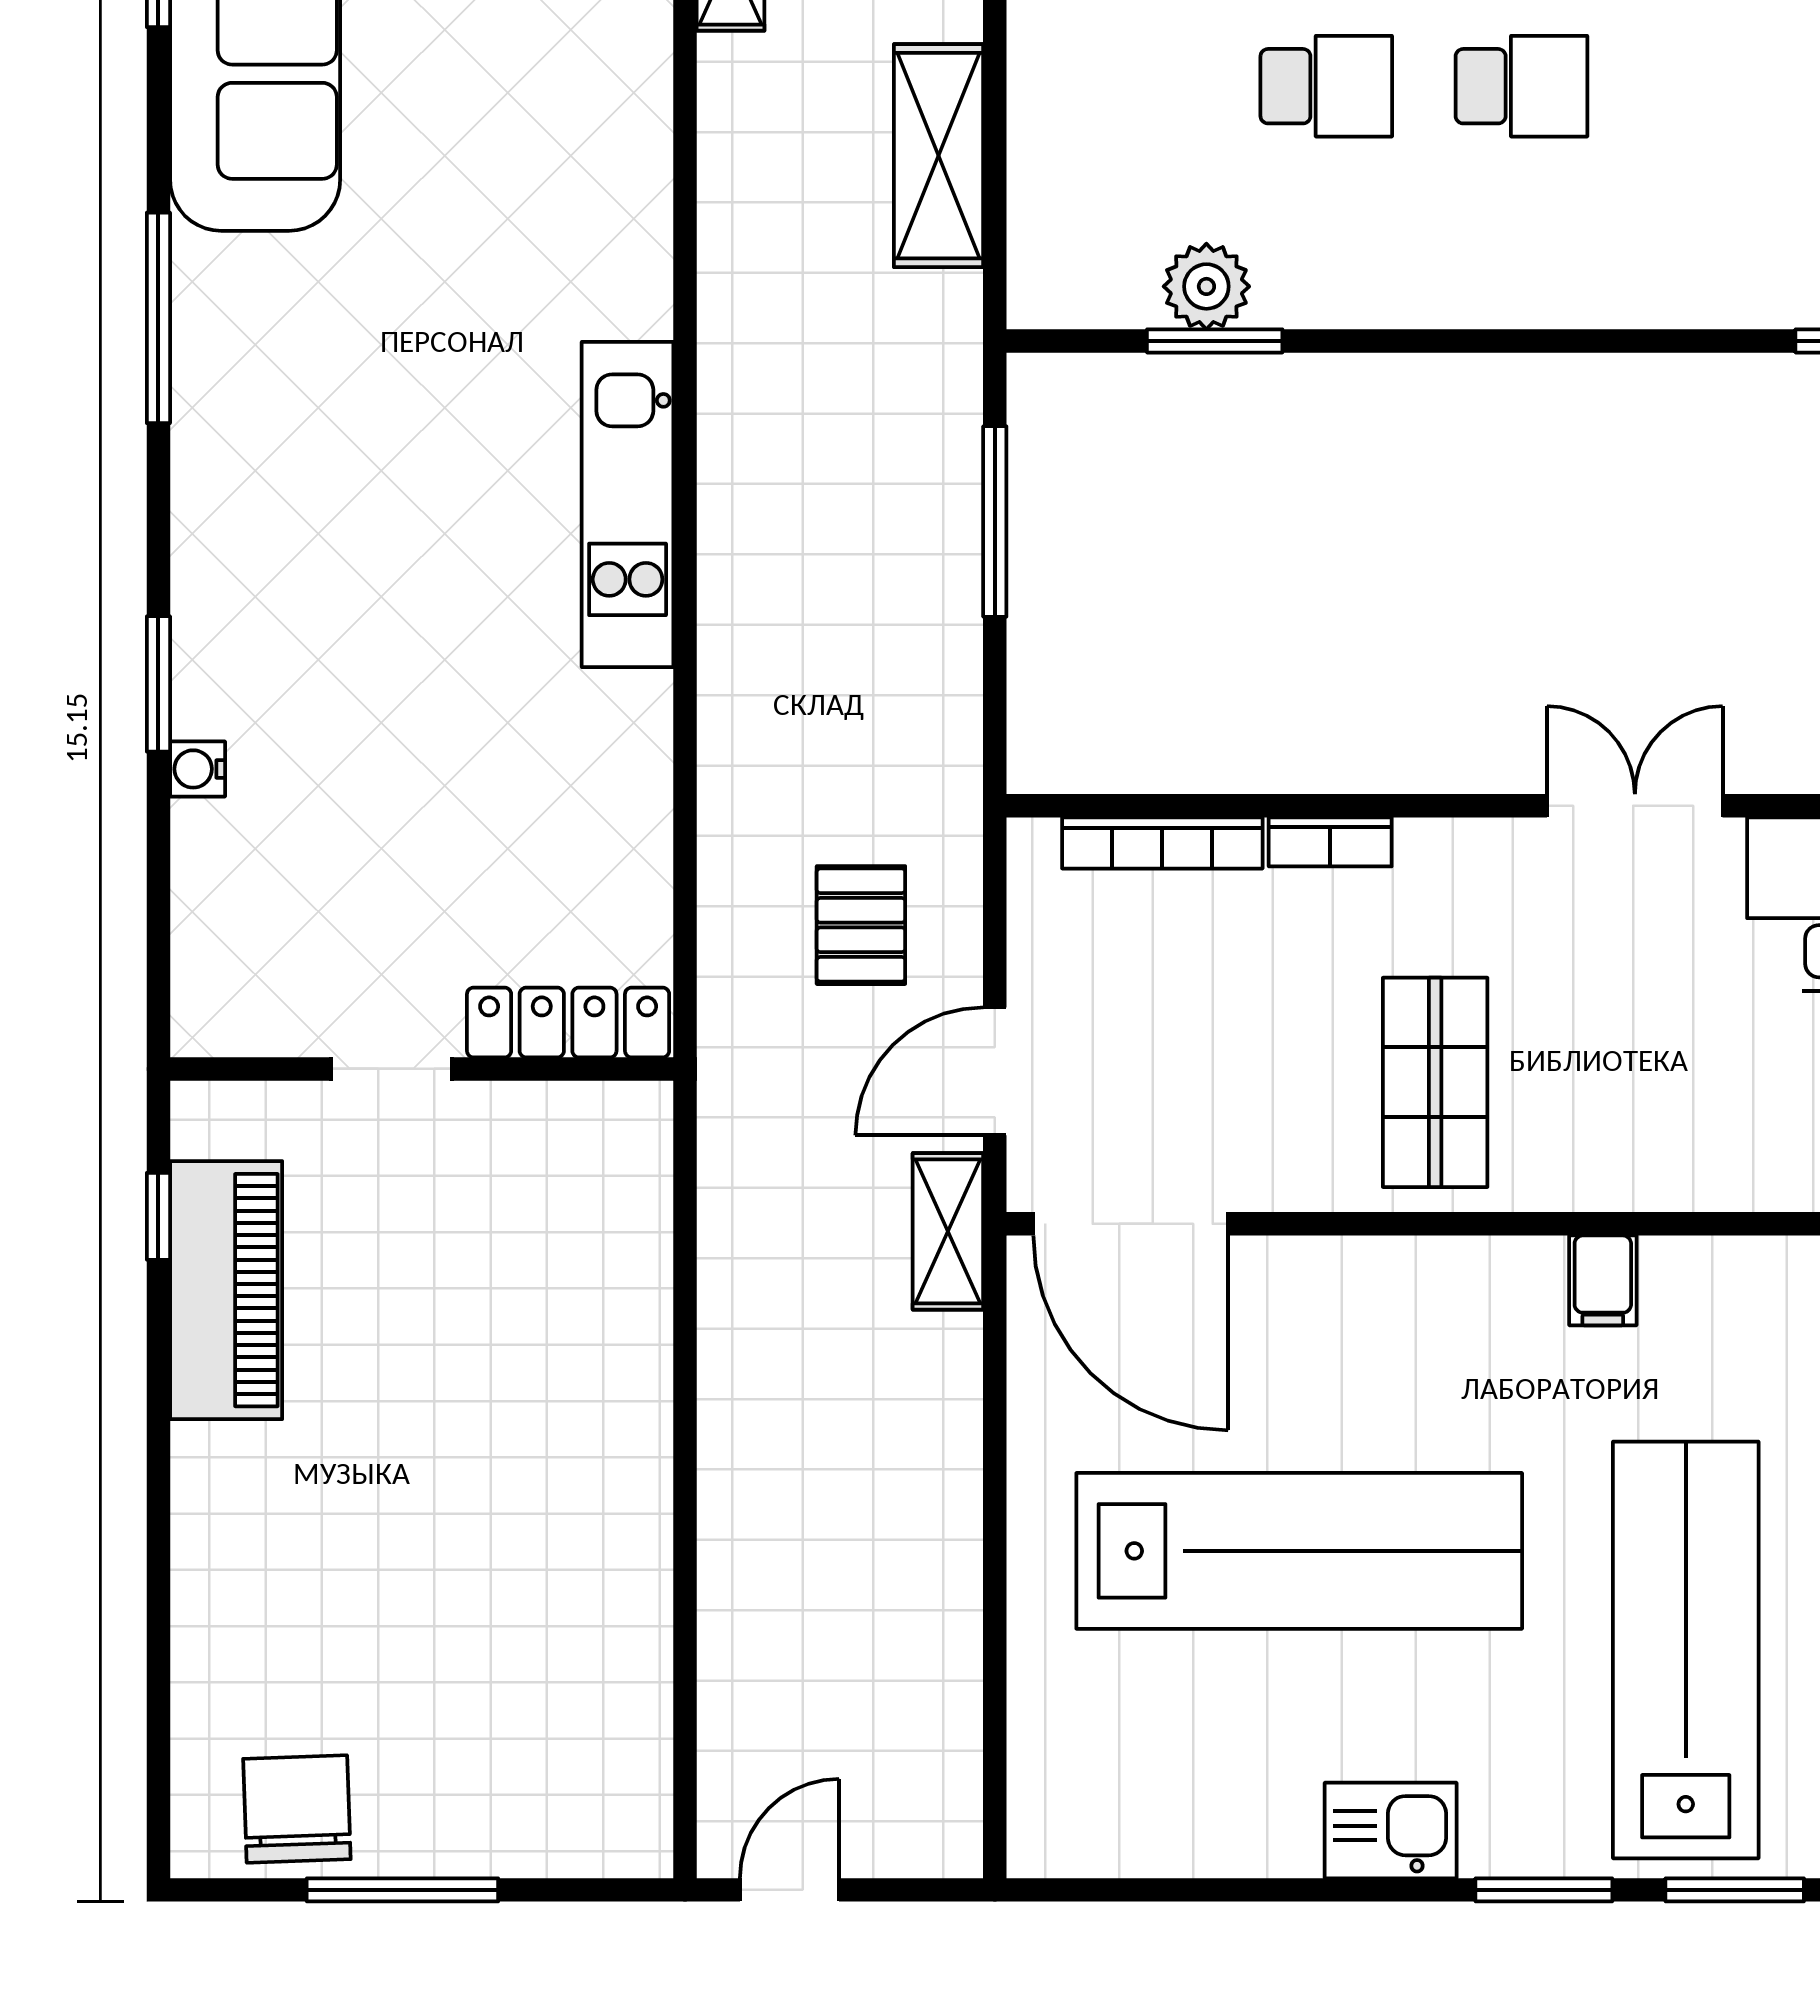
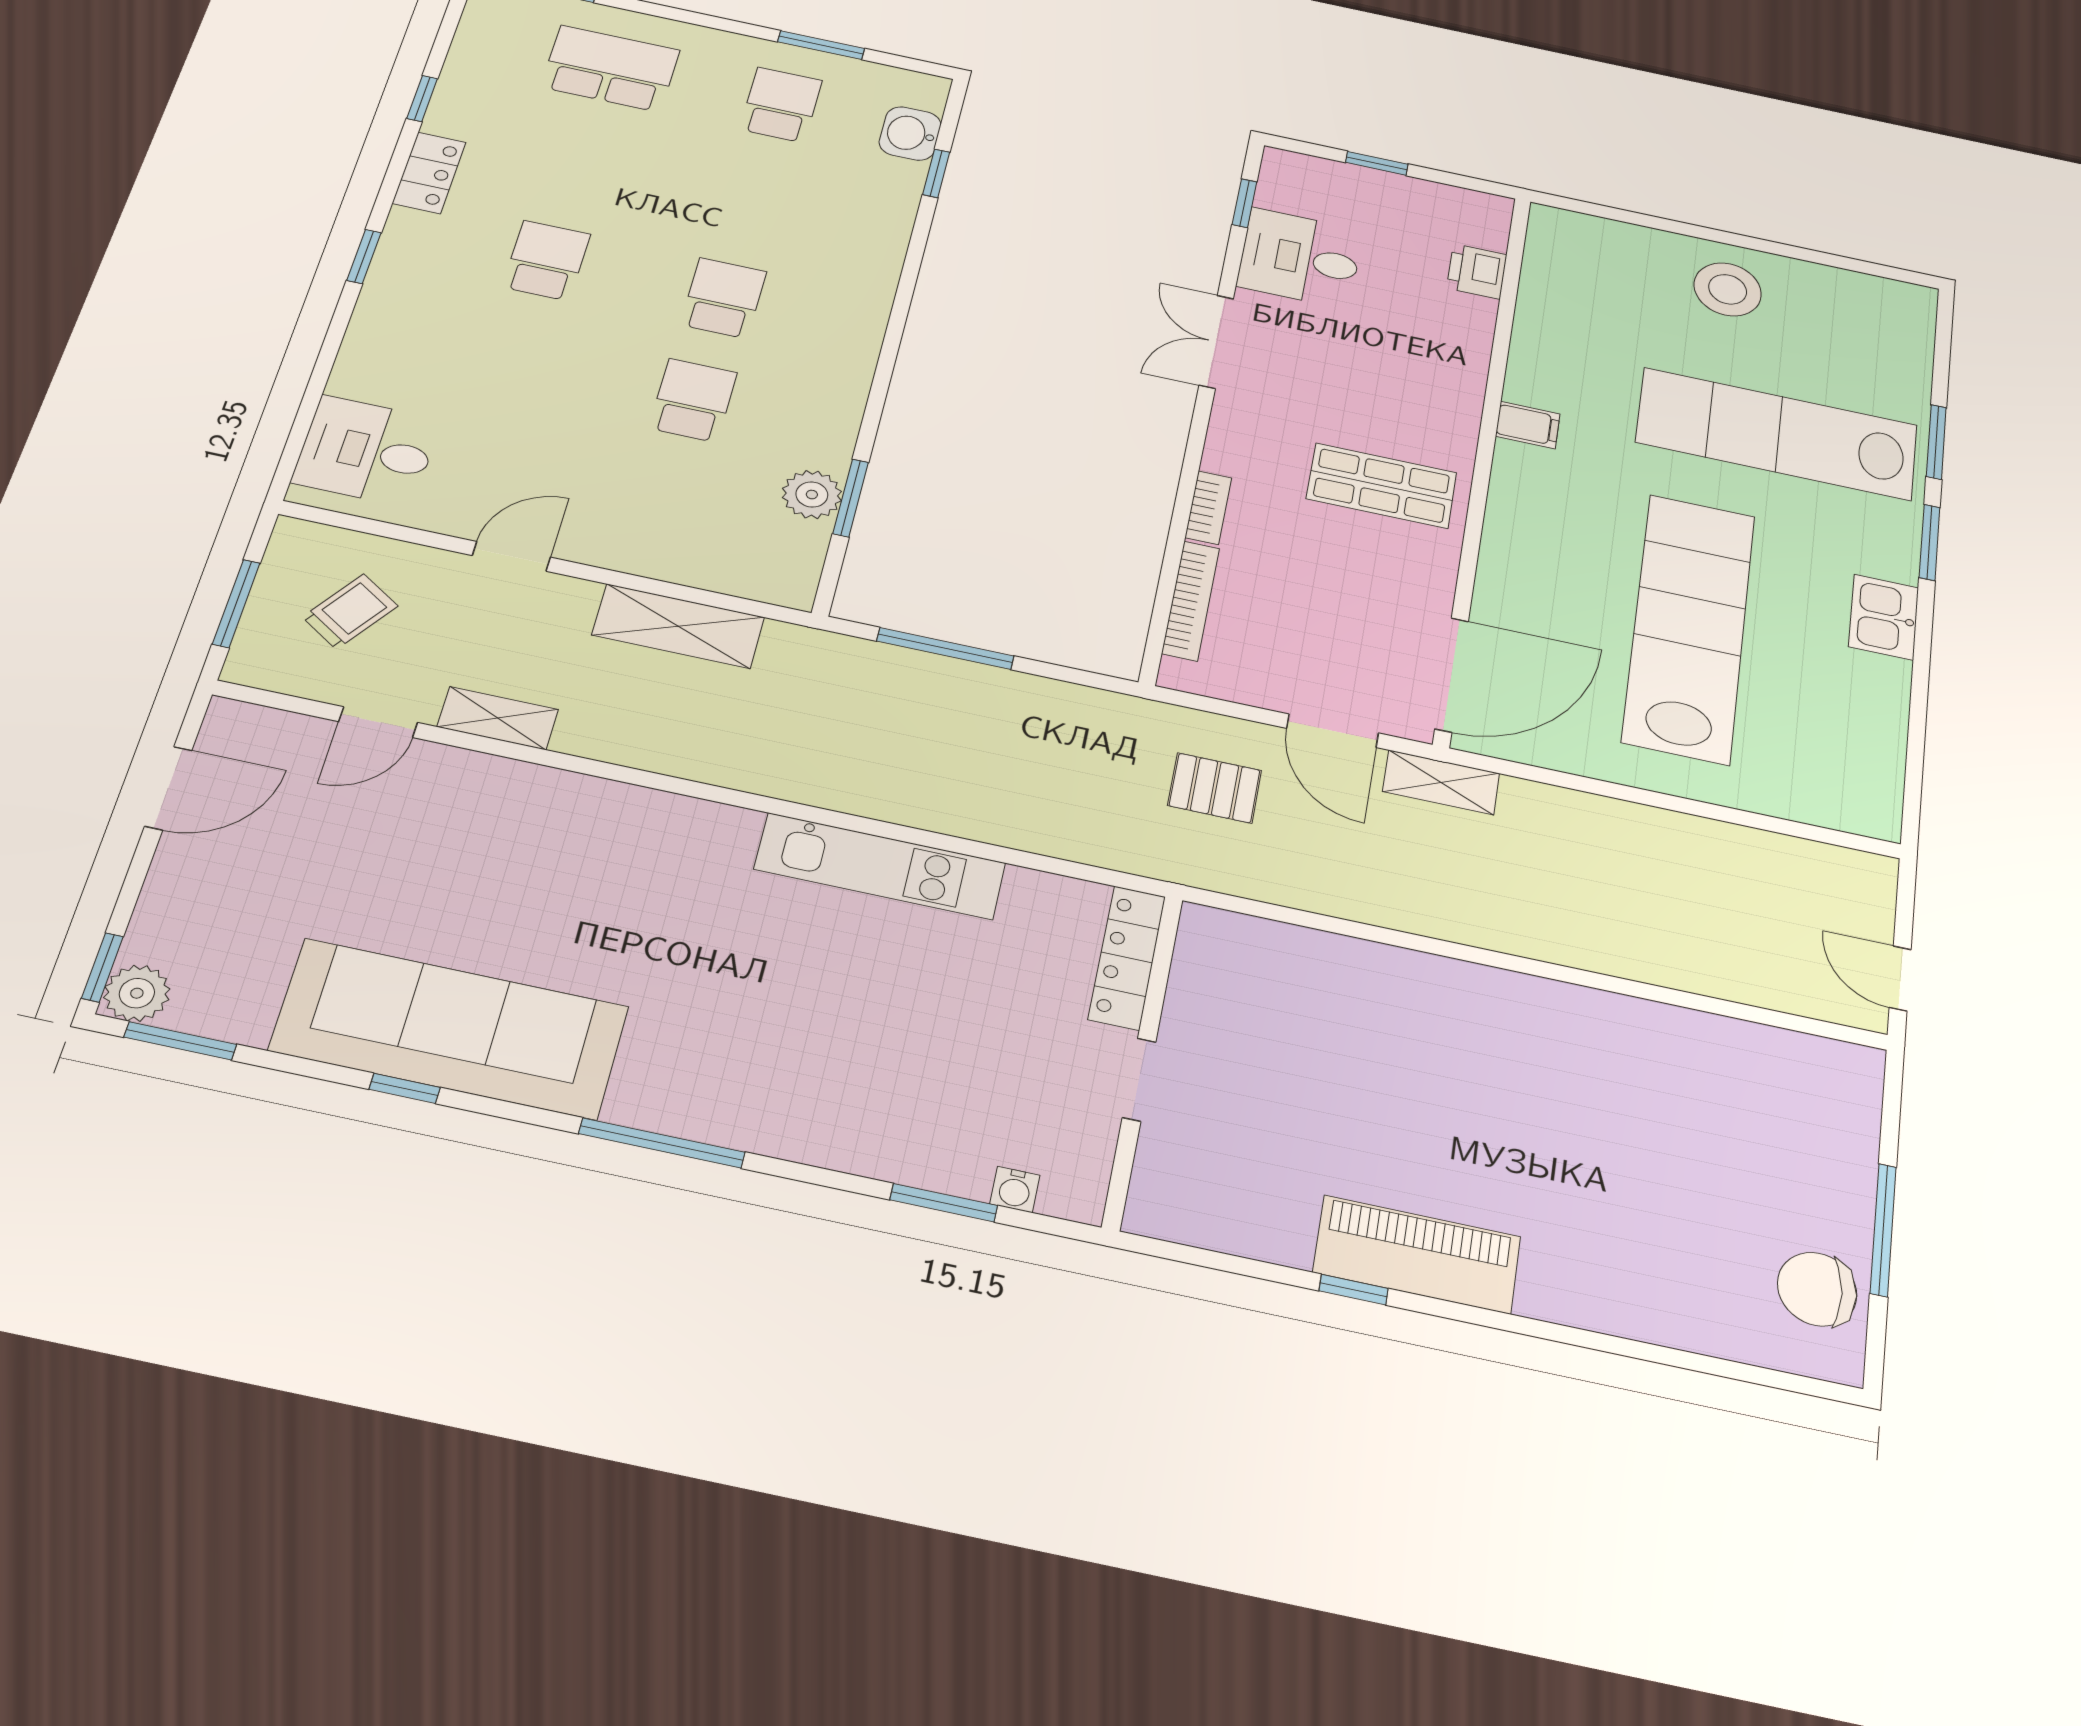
locker: (568, 1022) -> (1127, 958), moved
doorway: (391, 1069) -> (1139, 1080), moved
wall: (422, 1069) -> (1143, 1060), moved

